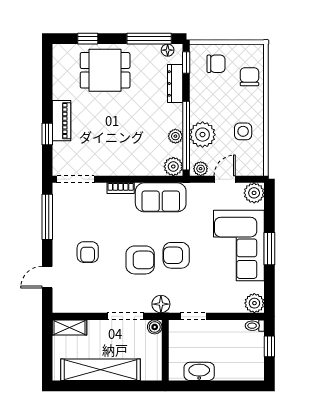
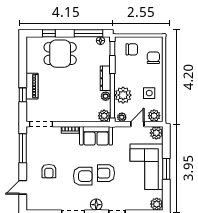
dresser: (175, 84) -> (105, 78), moved
plant: (251, 166) -> (154, 116), added

